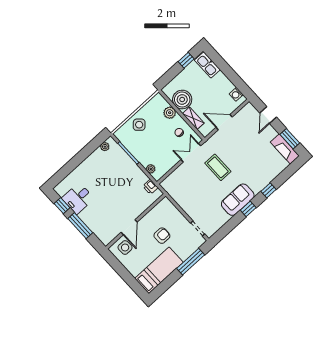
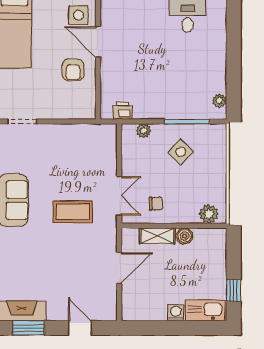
washing machine: (236, 94) -> (176, 313), moved
boiler: (182, 99) -> (184, 236), width x0.54, depth x0.54
plant: (170, 113) -> (209, 214), moved
side table: (139, 125) -> (181, 152), moved
armchair: (162, 236) -> (73, 70), moved

